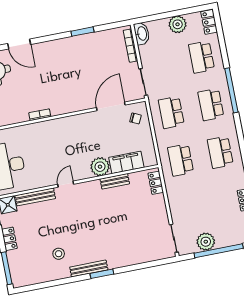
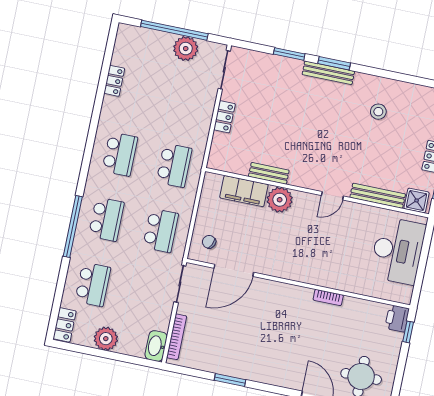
locker: (156, 183) -> (224, 117), moved
window: (135, 267) -> (289, 54), added
bench: (89, 268) -> (328, 73), moved

